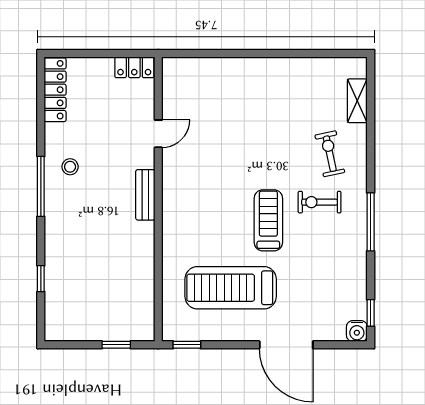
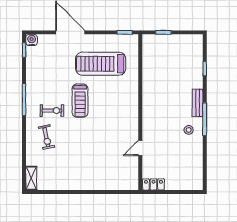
locker: (55, 90) -> (197, 172), removed
shelving: (357, 101) -> (31, 178), moved
bench: (145, 195) -> (198, 103), moved
treadmill: (231, 288) -> (101, 64), turned 180

